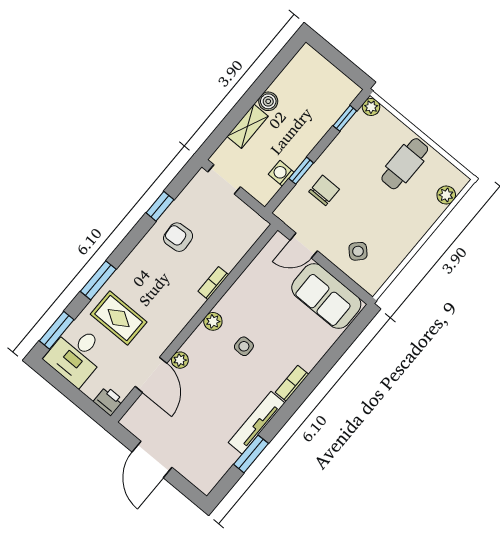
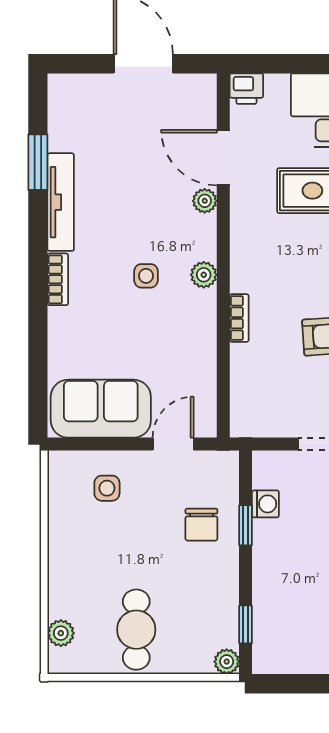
side table: (358, 251) -> (107, 488), turned 45

